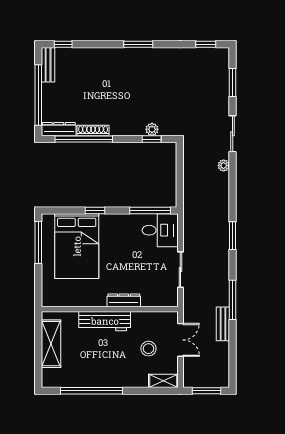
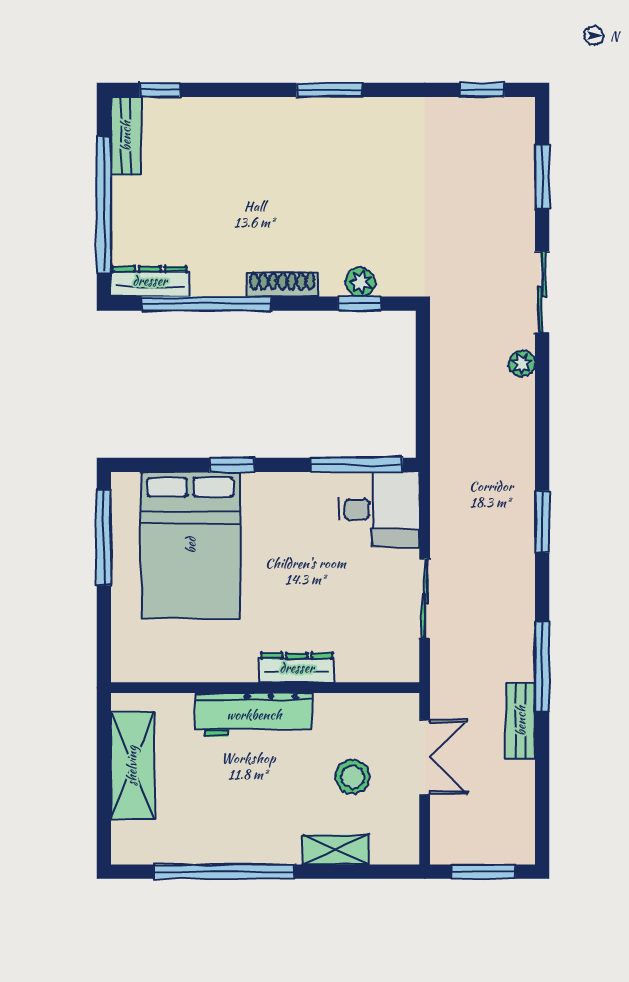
shoe rack: (93, 131) -> (282, 284), moved
shelving: (163, 381) -> (336, 850), moved

